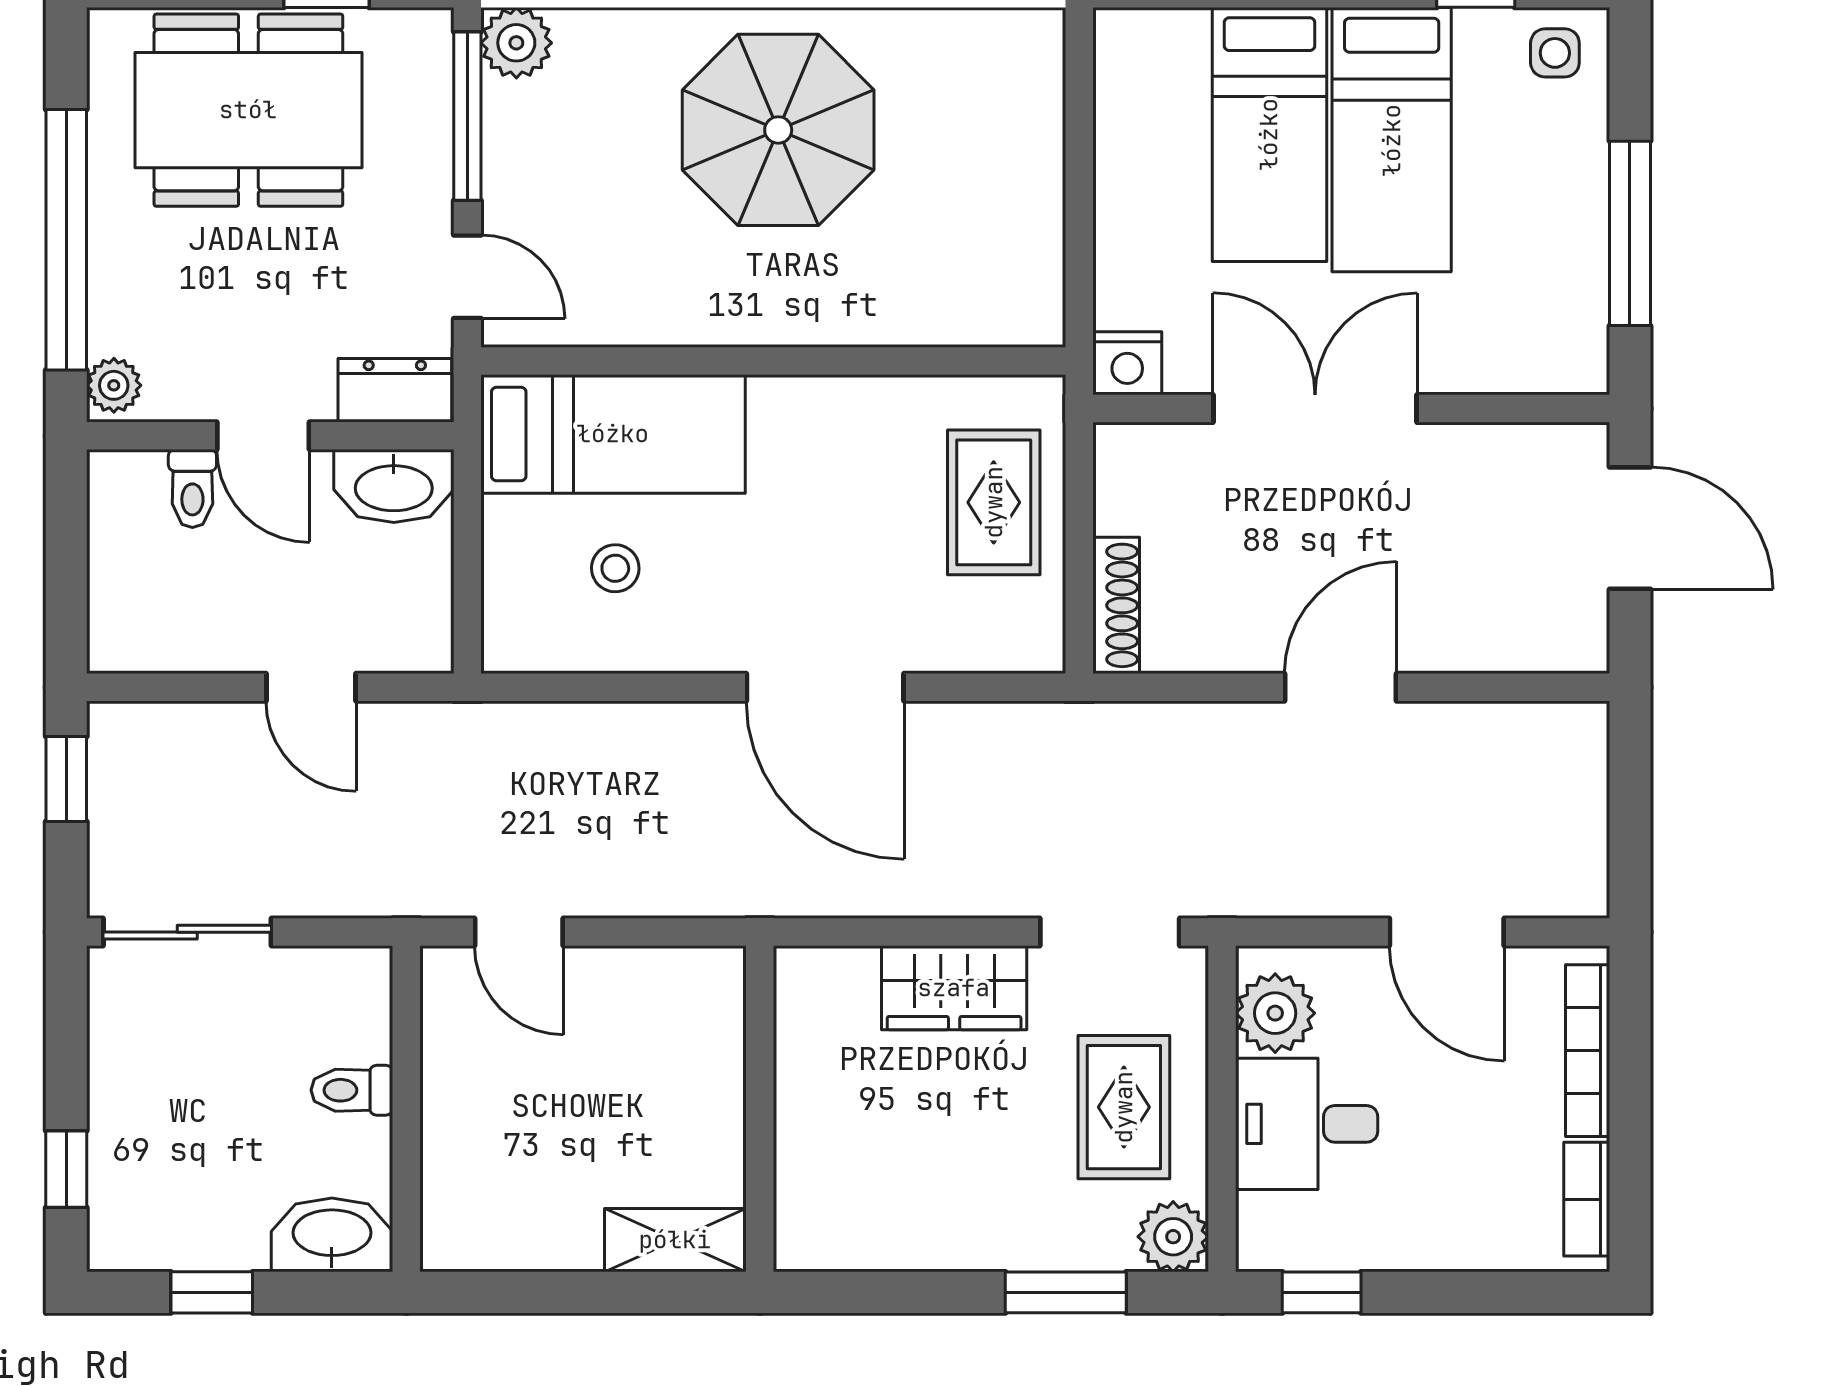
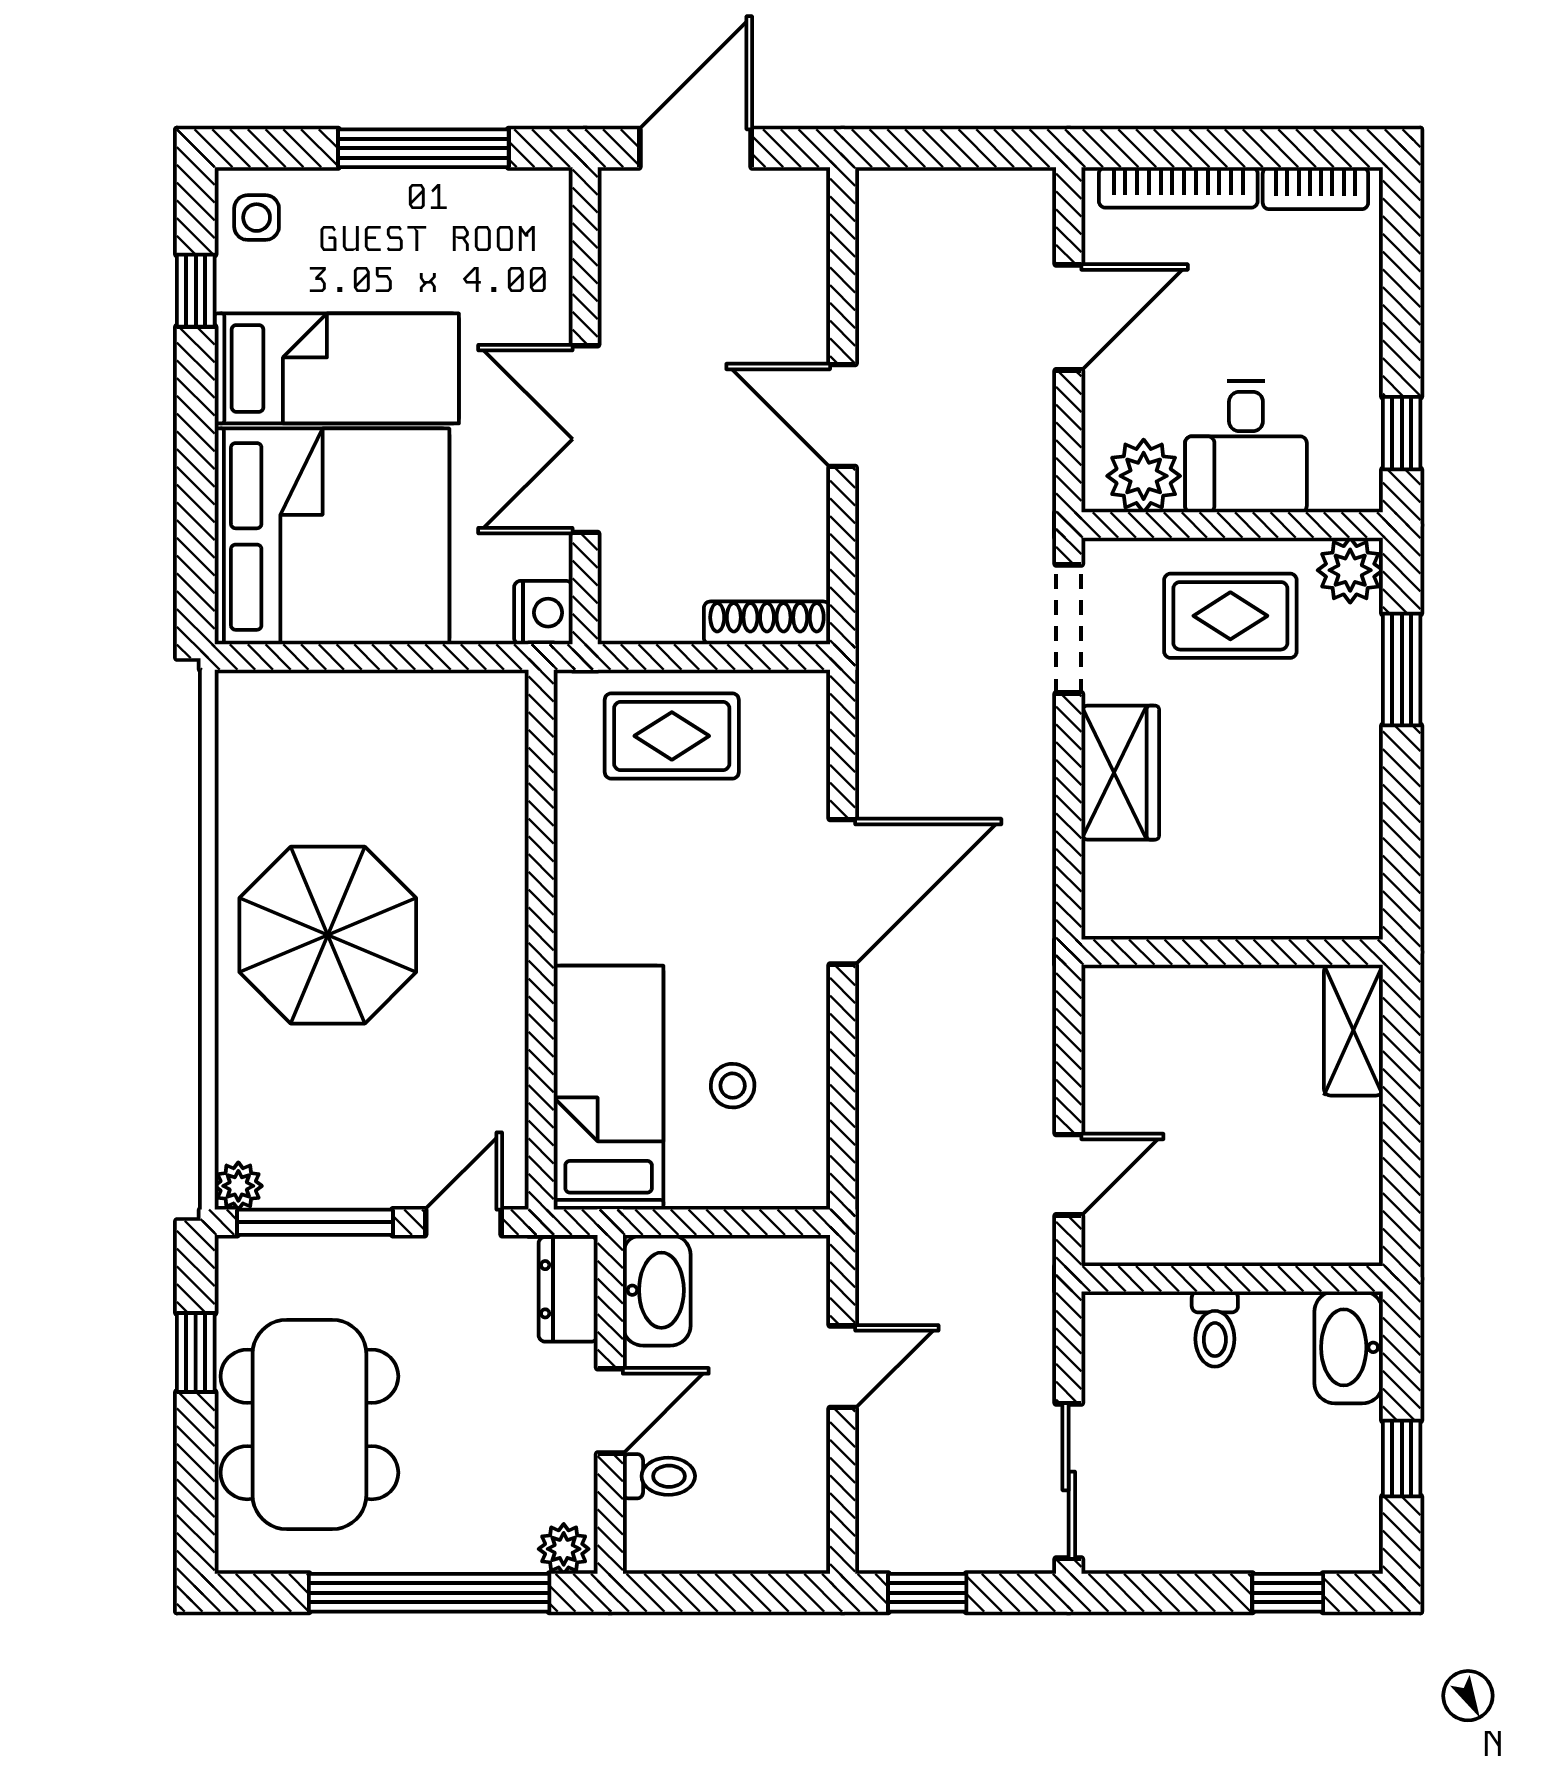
plant: (516, 43) -> (238, 1186), width x0.73, depth x0.73
bed: (1269, 134) -> (332, 536), width x2.04

